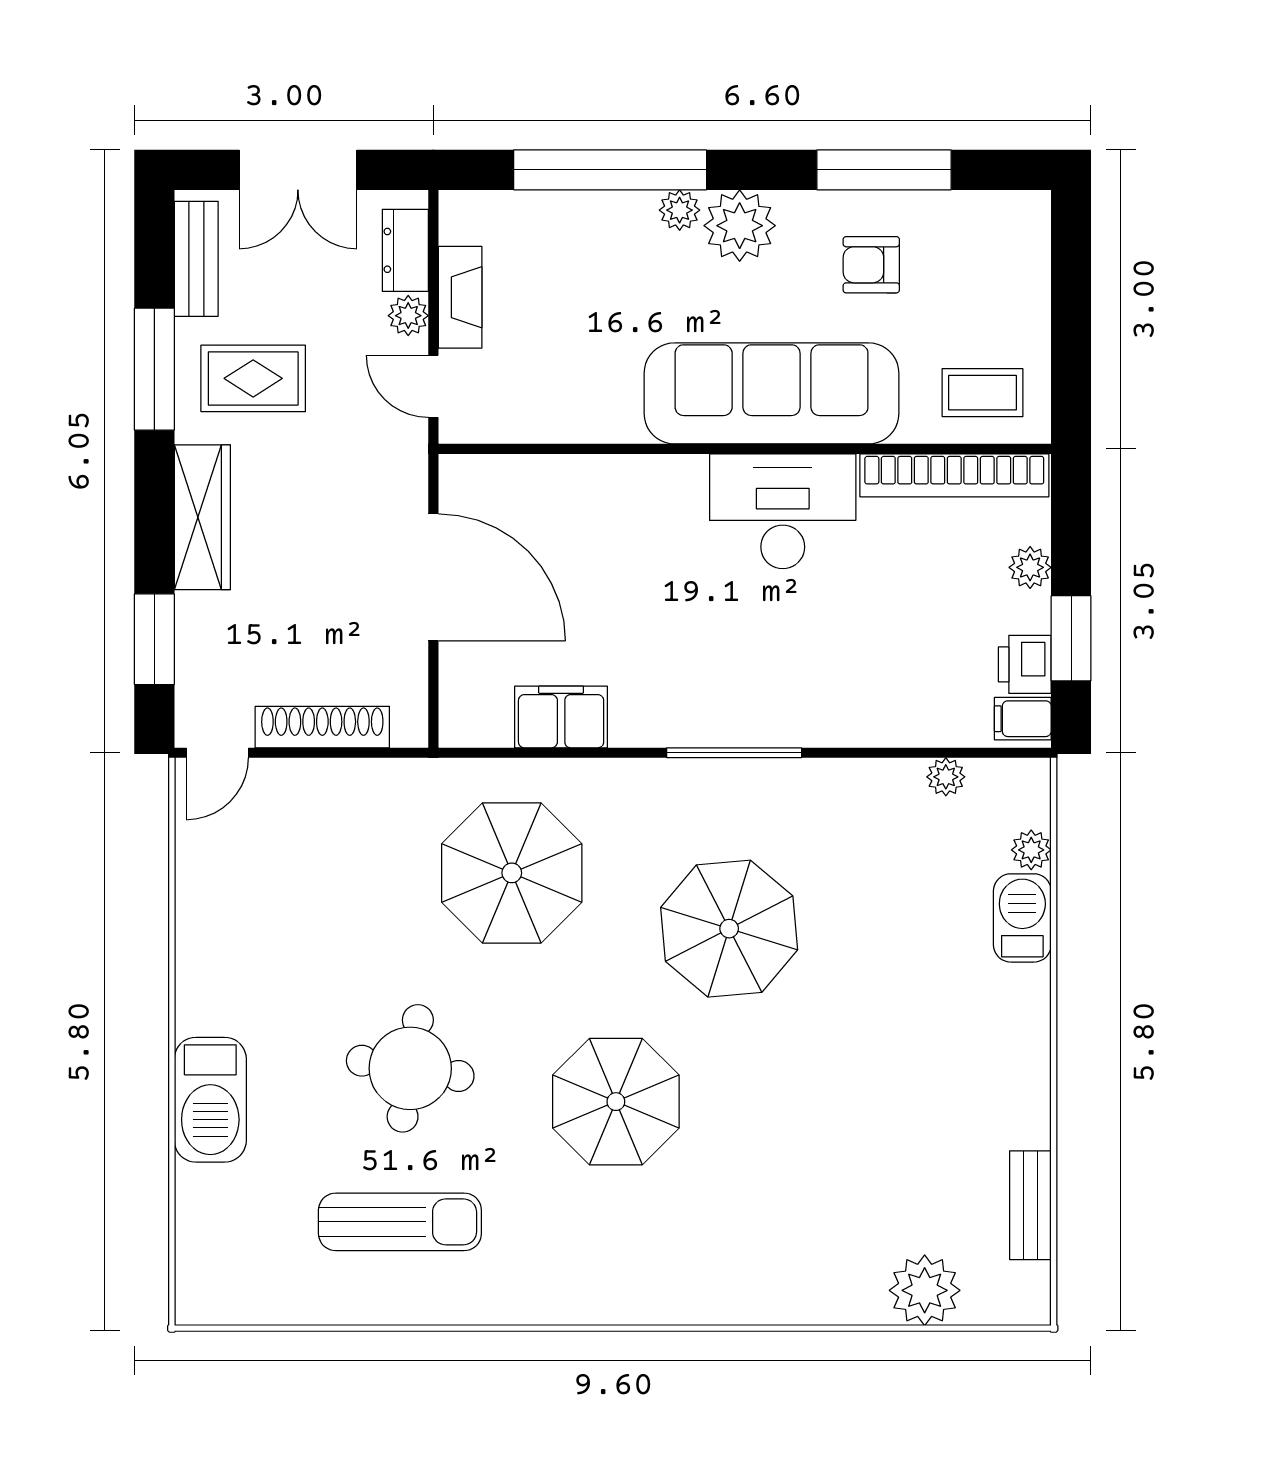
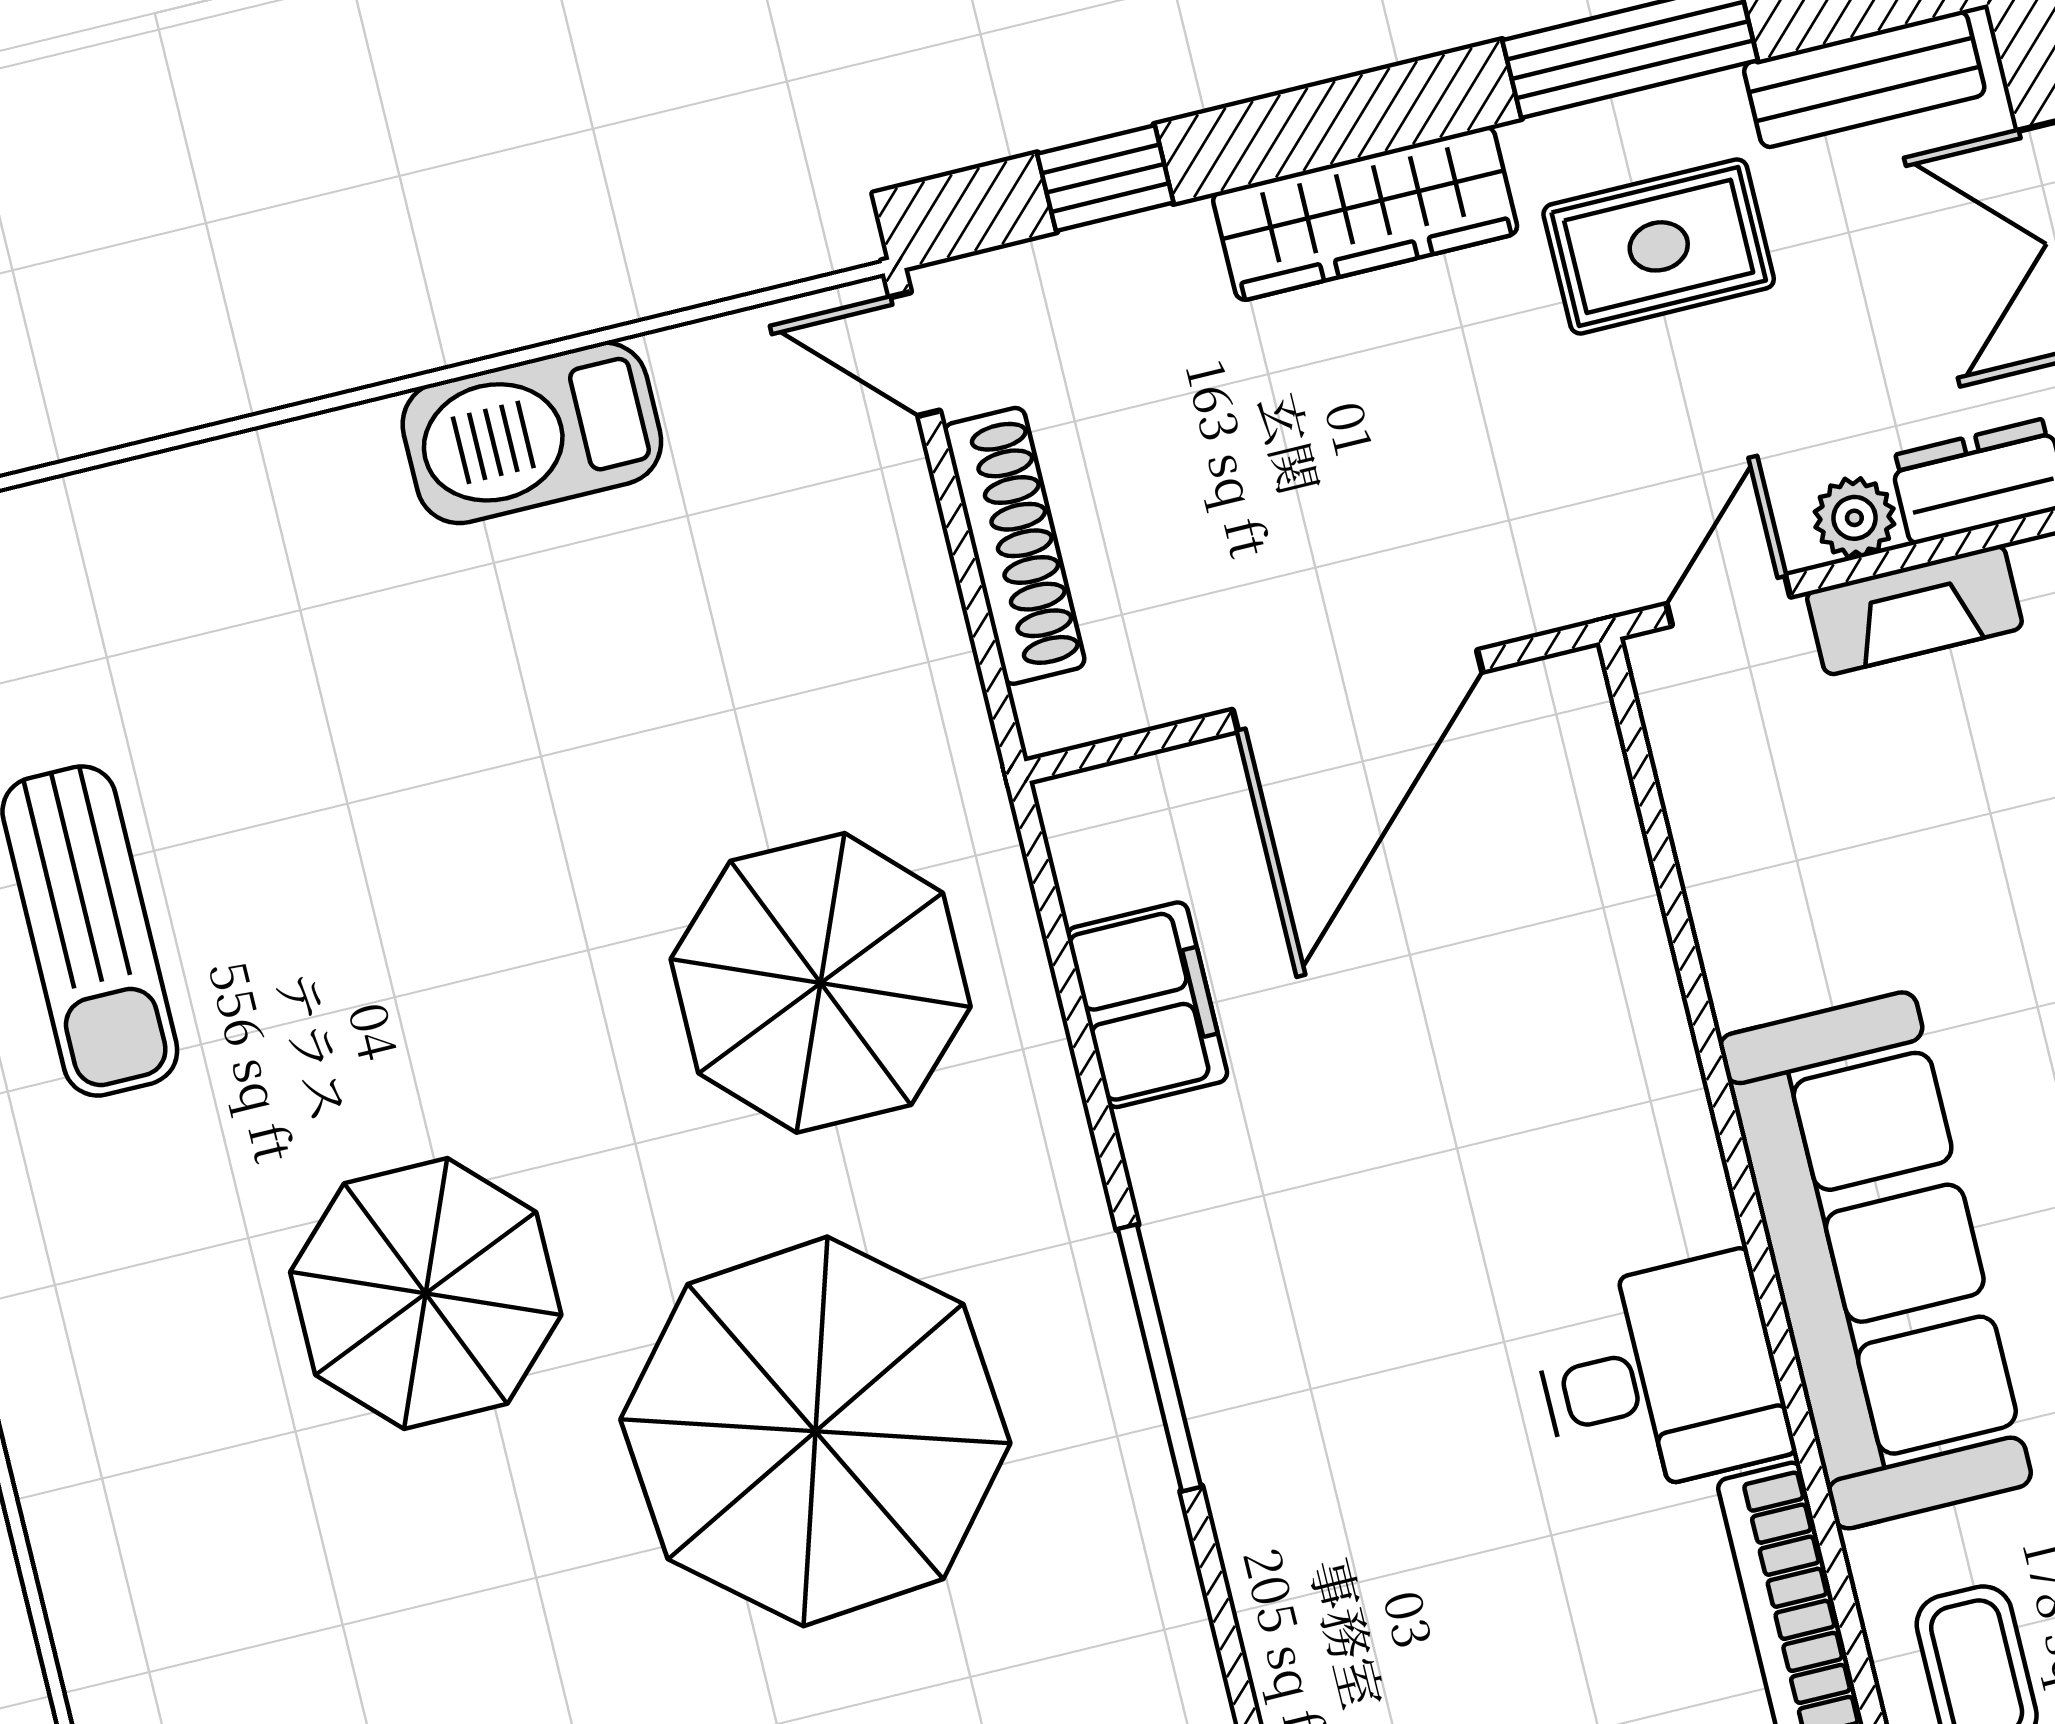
rug: (253, 378) -> (1659, 246), turned 90
desk: (783, 511) -> (1661, 1377), width x0.73
window: (154, 639) -> (1105, 178), width x0.67
parasol: (729, 929) -> (815, 1431), width x1.36, depth x1.36
round table: (410, 1068) -> (393, 878), removed
barbecue: (210, 1100) -> (532, 433), moved

